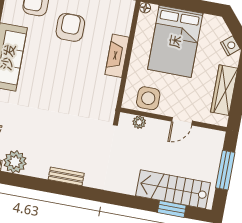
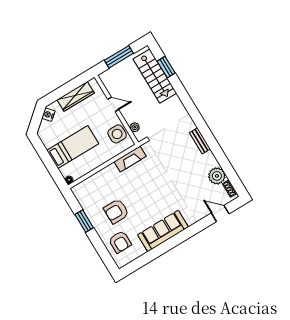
bed: (175, 41) -> (73, 147), width x0.67
fireplace: (117, 56) -> (130, 159), moved

